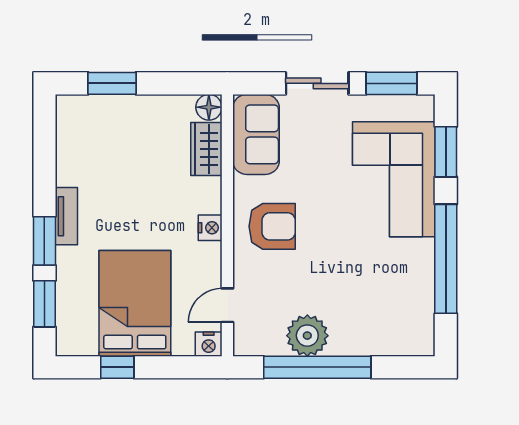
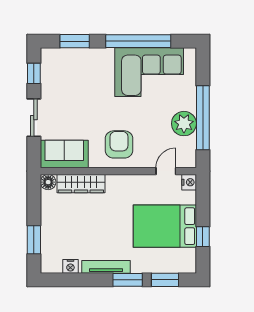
window: (392, 83) -> (34, 73), width x0.67
wardrobe: (206, 149) -> (81, 184), width x1.50
corner sofa: (394, 179) -> (149, 72), moved
tv unit: (66, 216) -> (106, 267), width x1.41
nightstand: (210, 228) -> (70, 266), moved, turned 180
door: (227, 305) -> (166, 171), swing flipped

